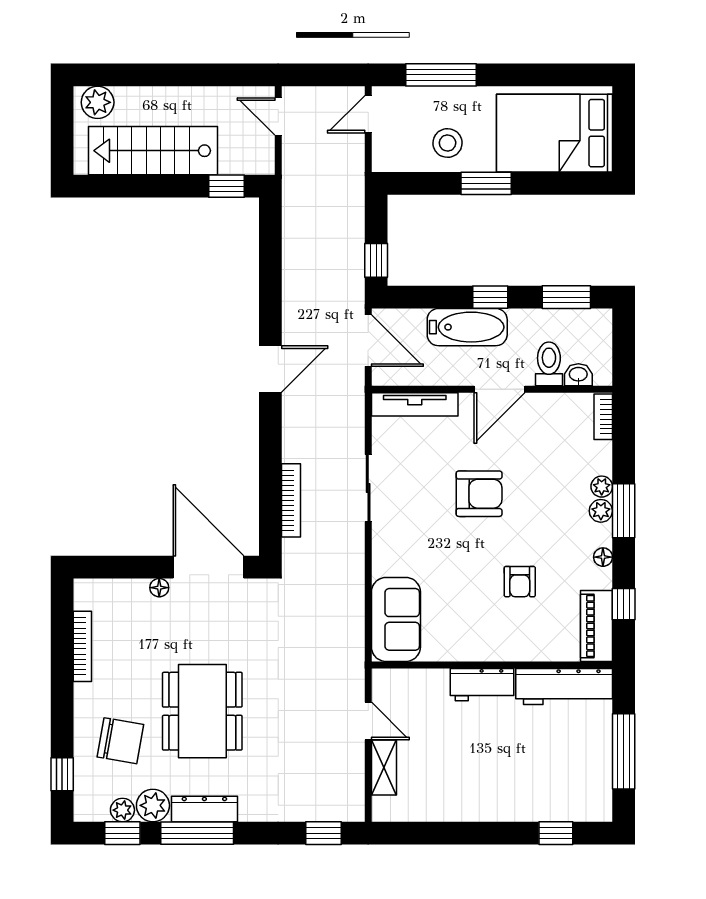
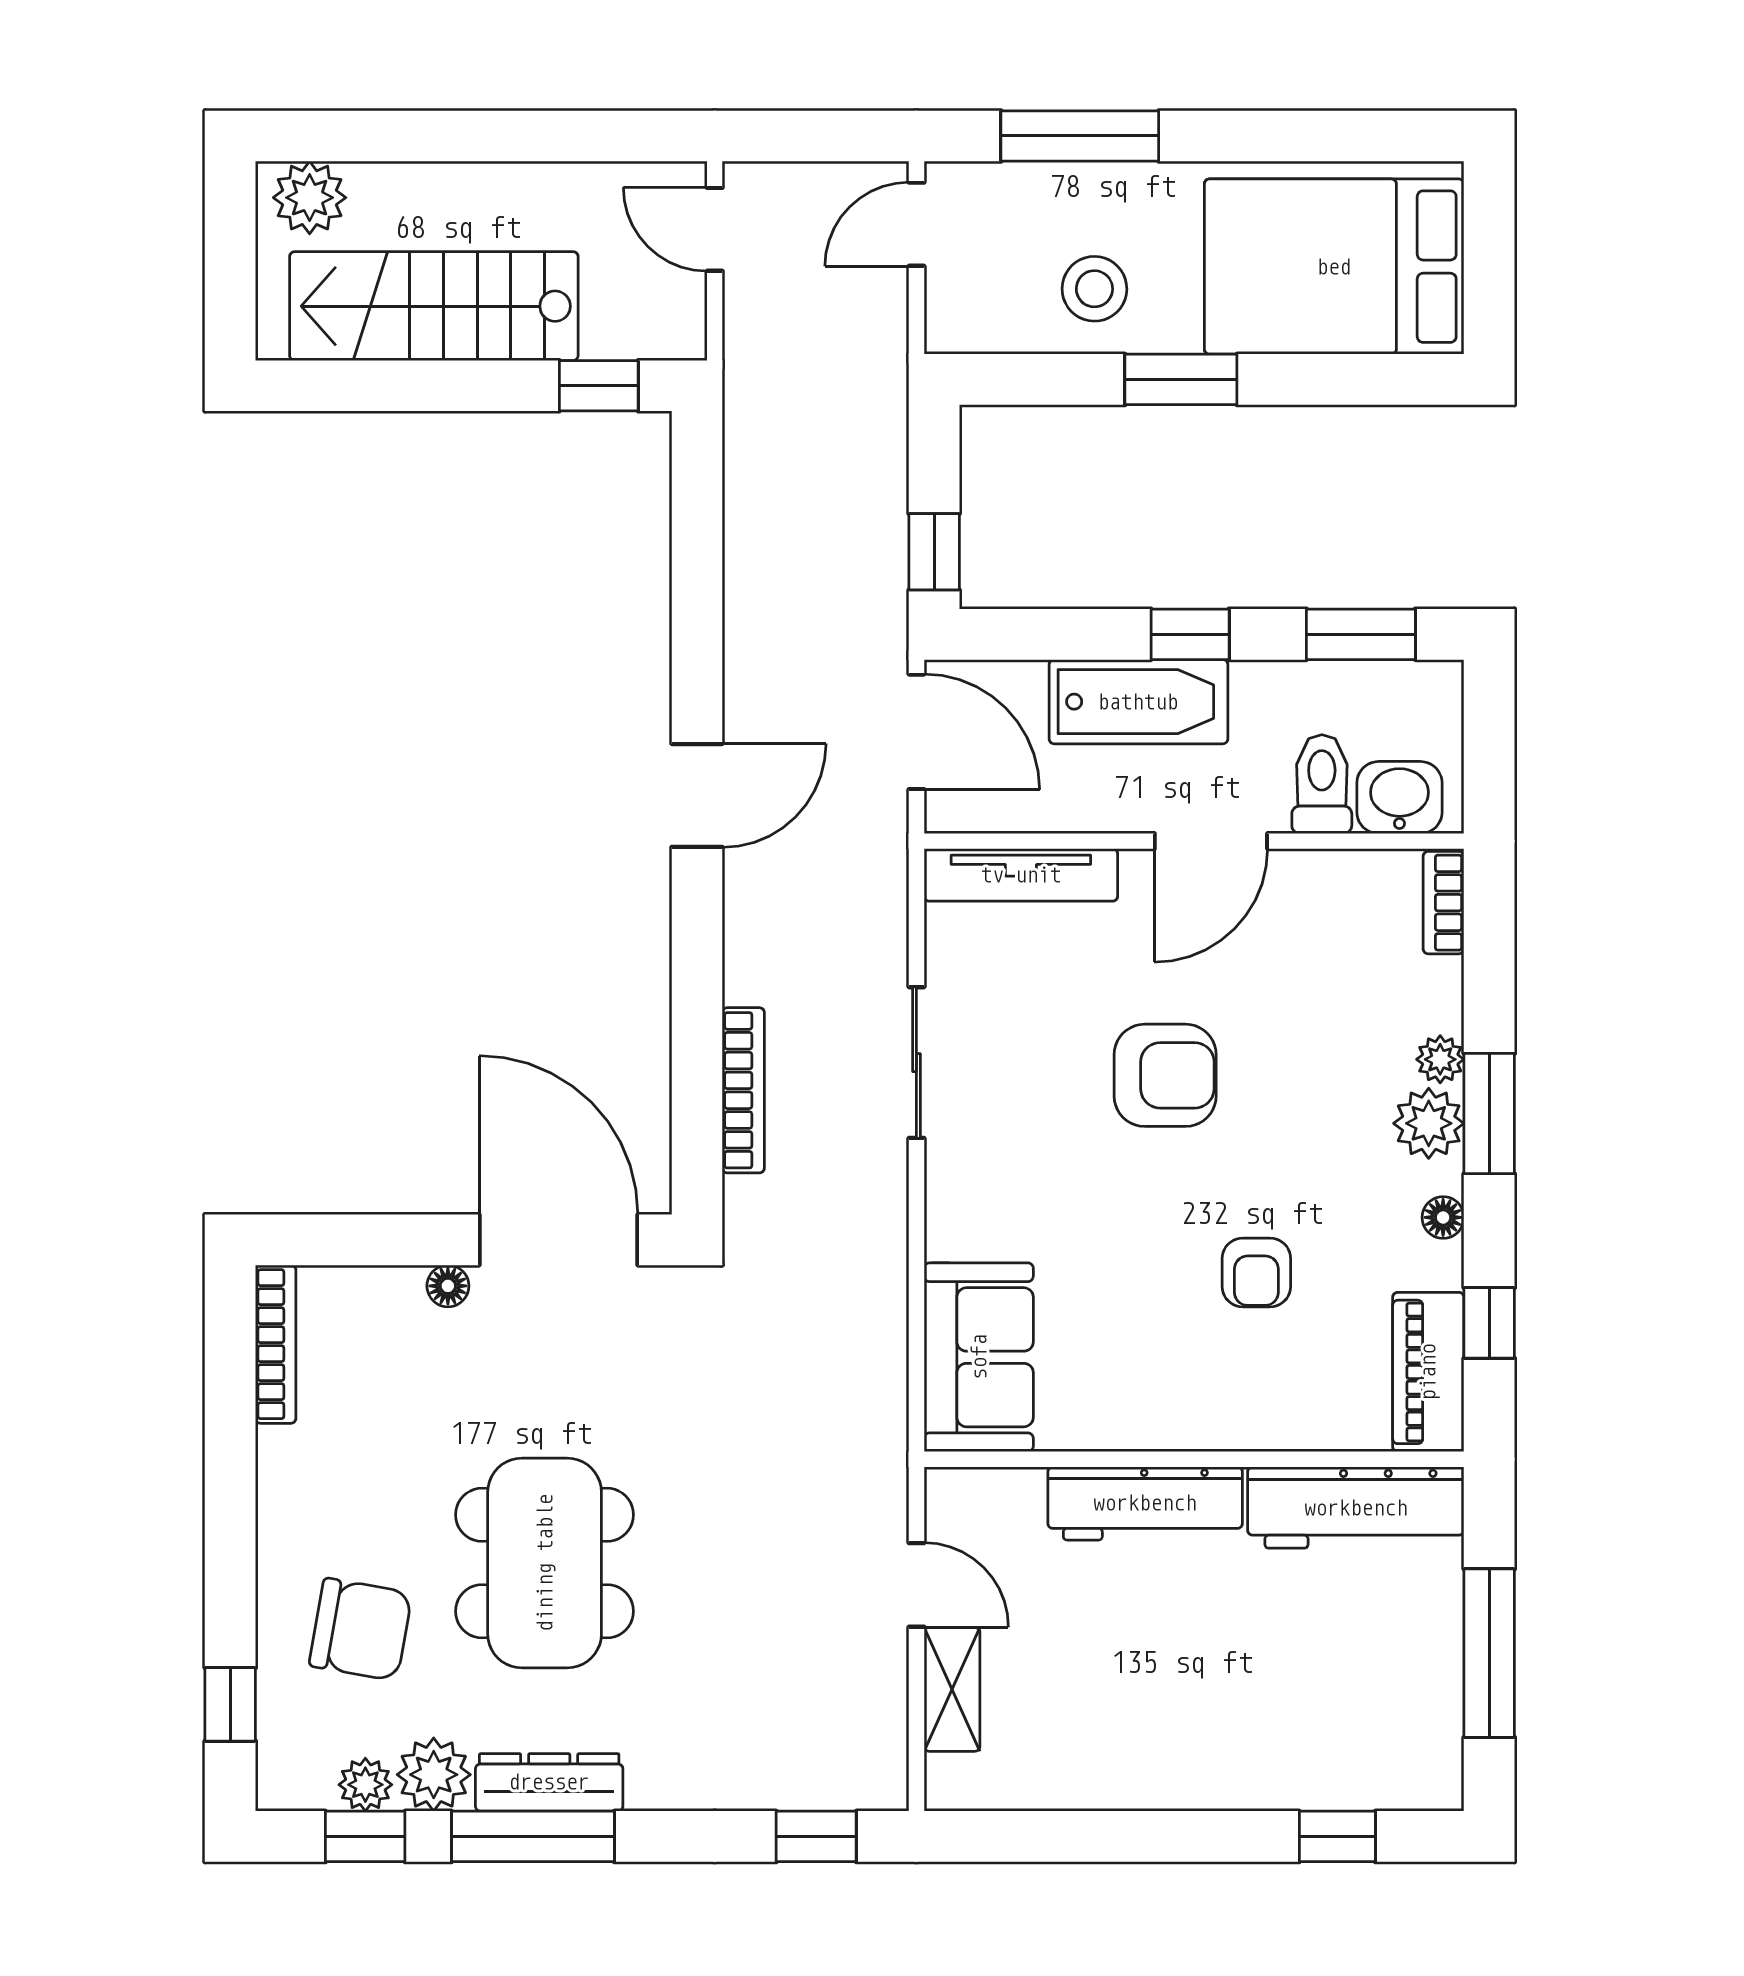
washbasin: (578, 375) -> (1399, 798), width x1.38, depth x1.45
plant: (601, 511) -> (1429, 1123), width x1.38, depth x1.38
bookcase: (82, 646) -> (276, 1344), moved
workbench: (482, 685) -> (1145, 1503), width x1.38

